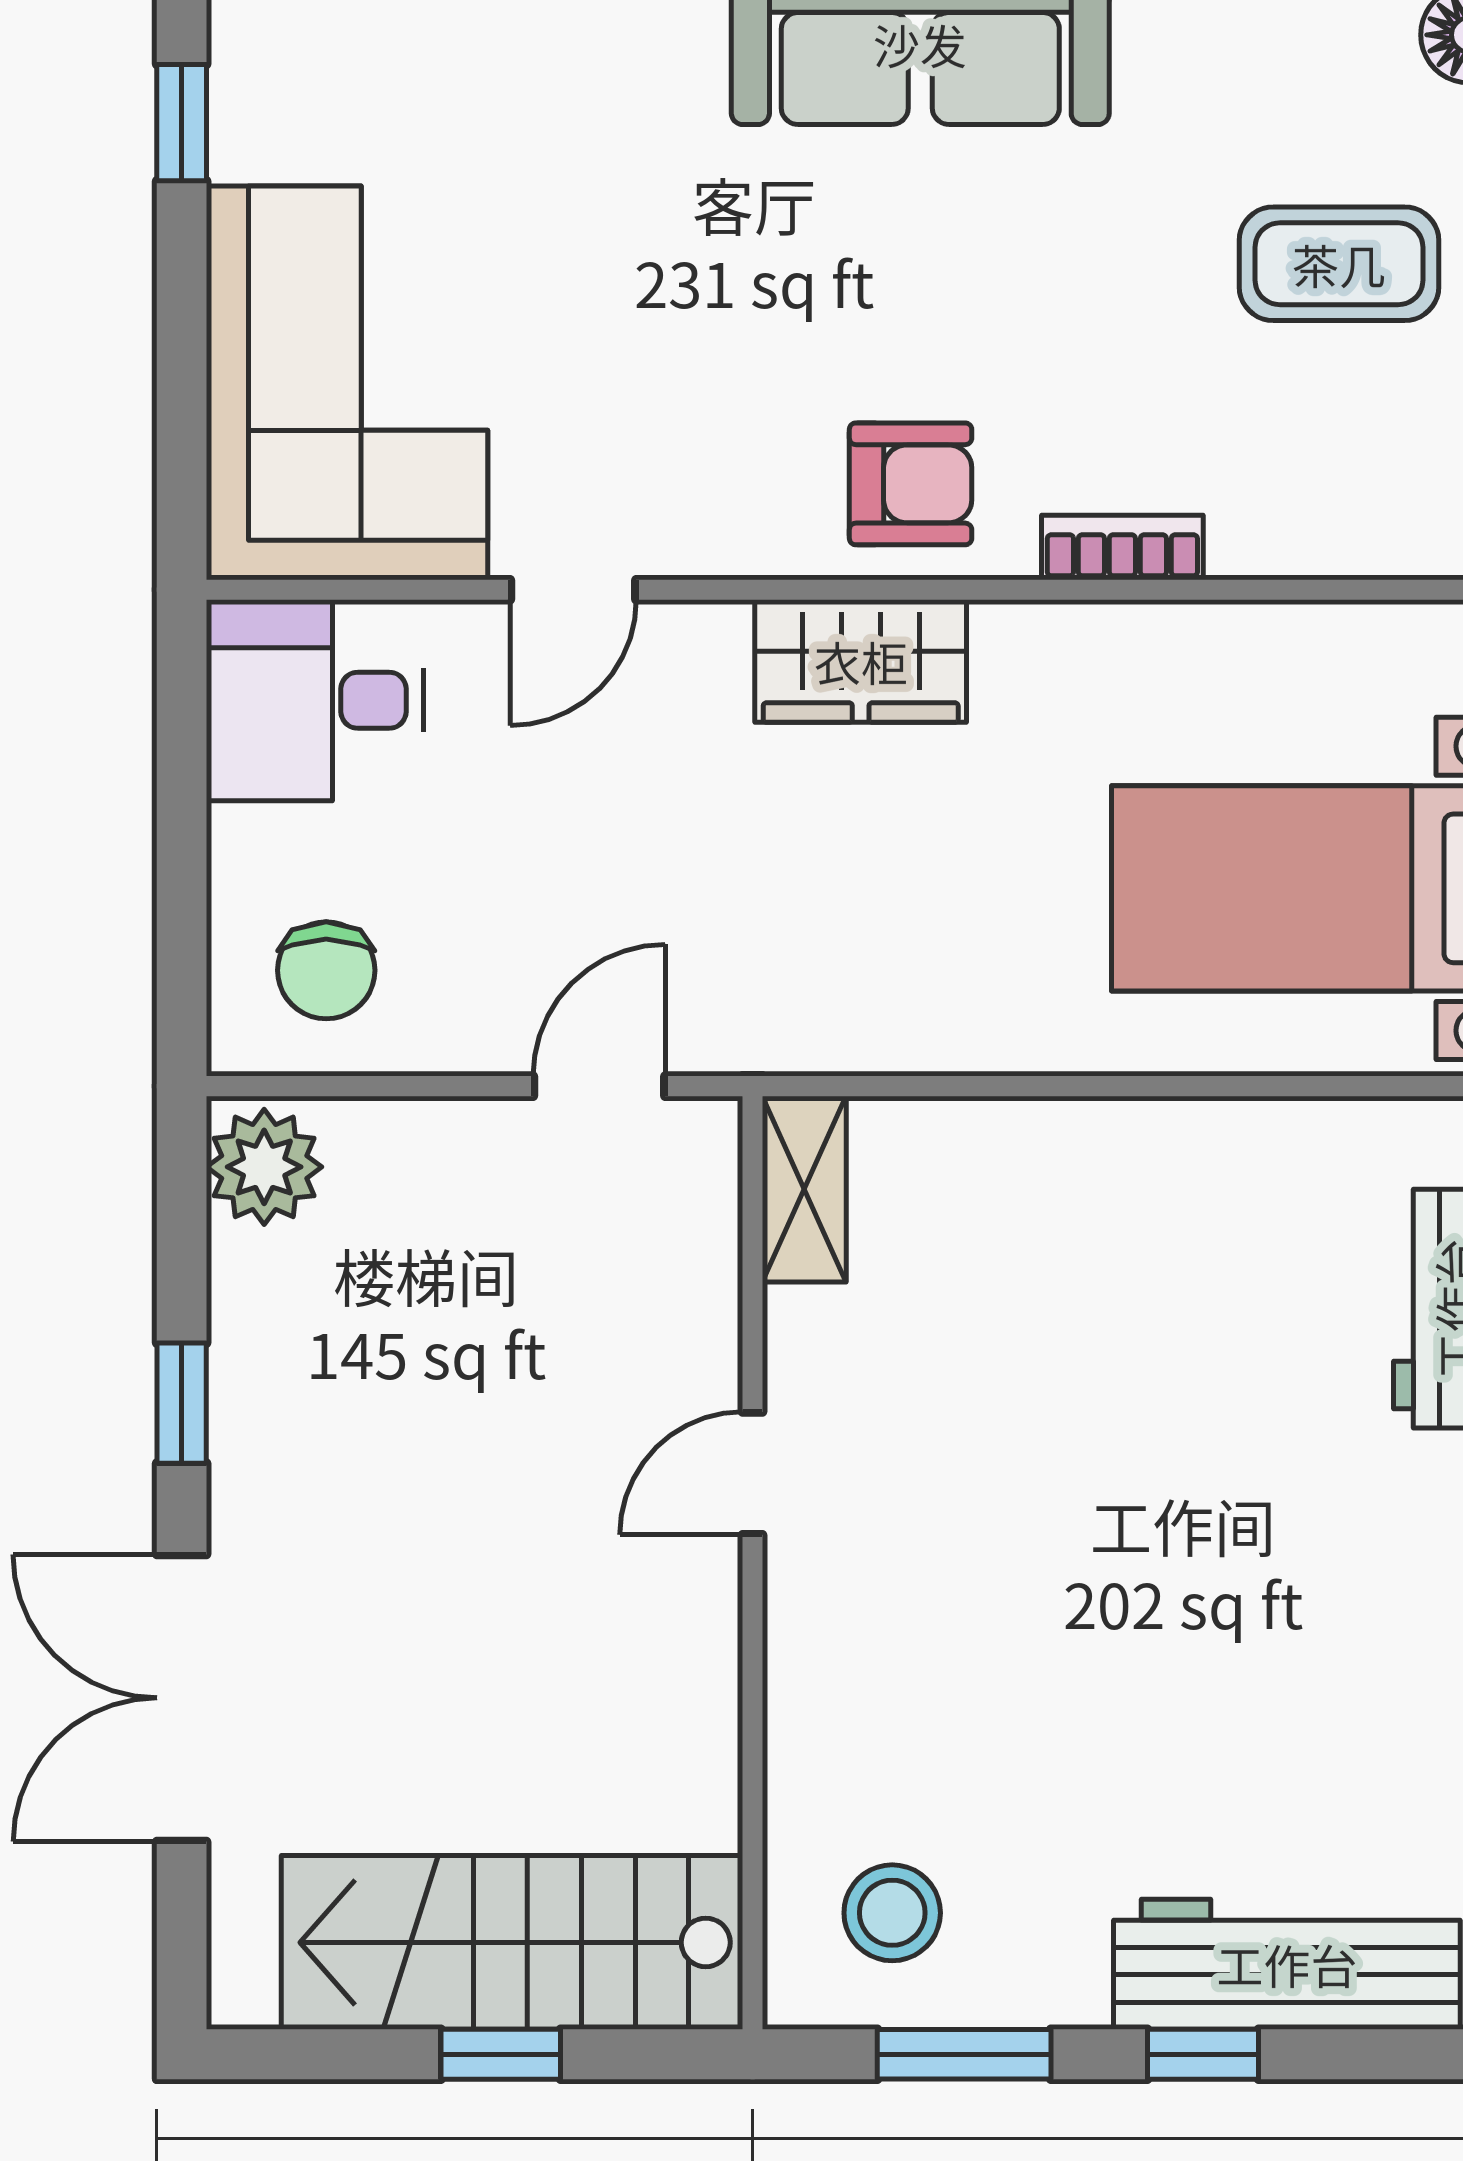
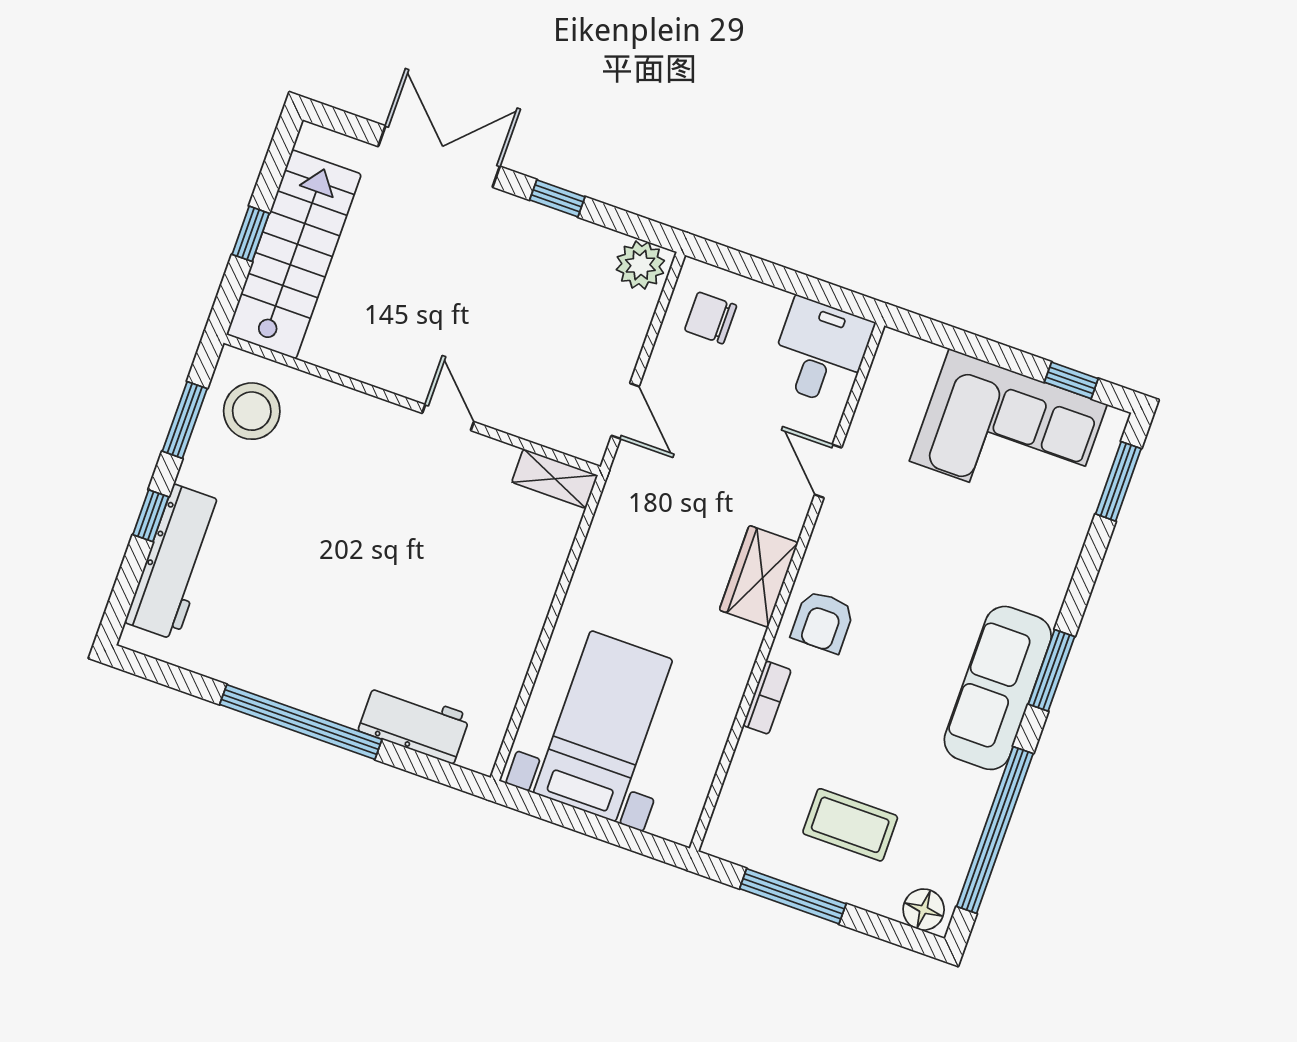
coffee table: (1339, 264) -> (850, 825), turned 90
corner sofa: (347, 383) -> (1008, 433), moved
stool: (892, 1913) -> (252, 411), width x1.38, depth x1.38

